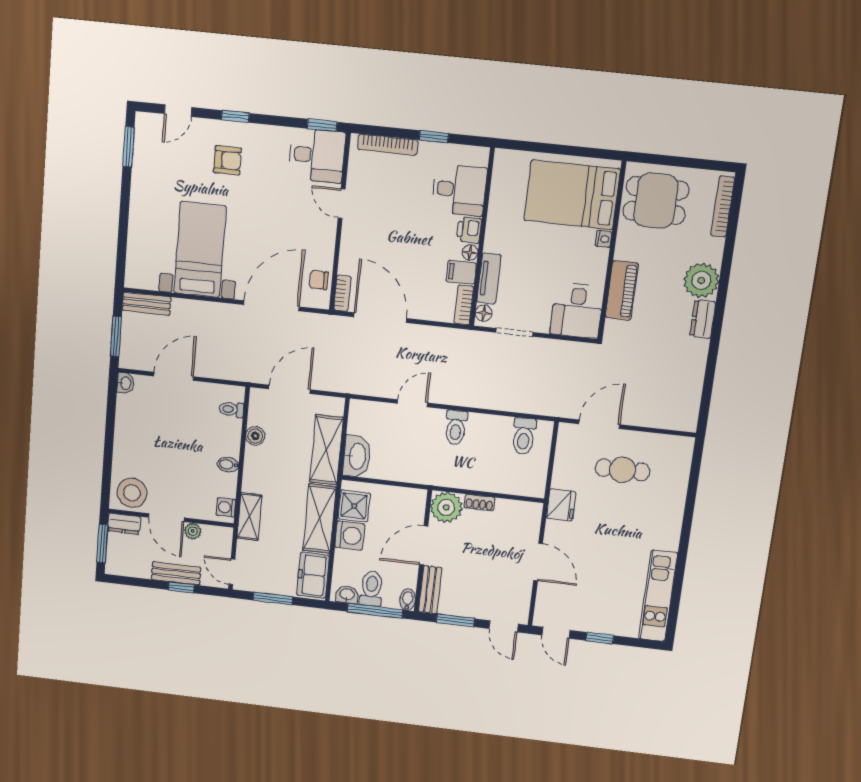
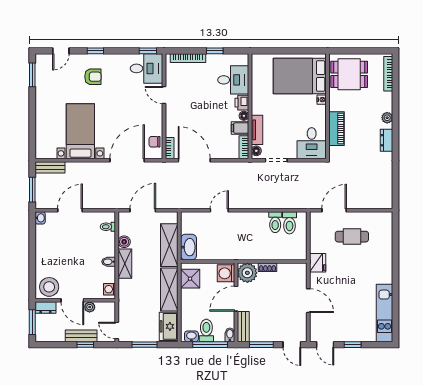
plant: (701, 280) -> (387, 118), width x0.53, depth x0.53
toilet: (456, 427) -> (275, 222), moved
shelving: (249, 517) -> (125, 264), moved
washing machine: (350, 536) -> (226, 273), moved, turned 180

